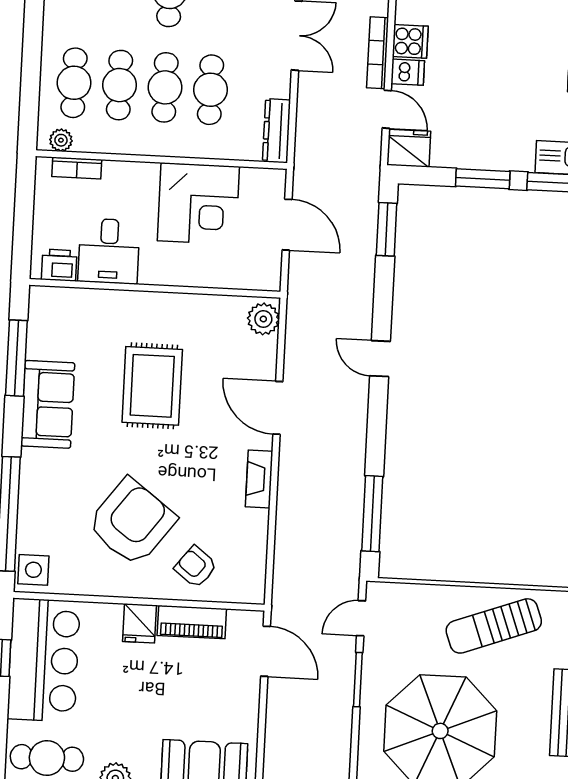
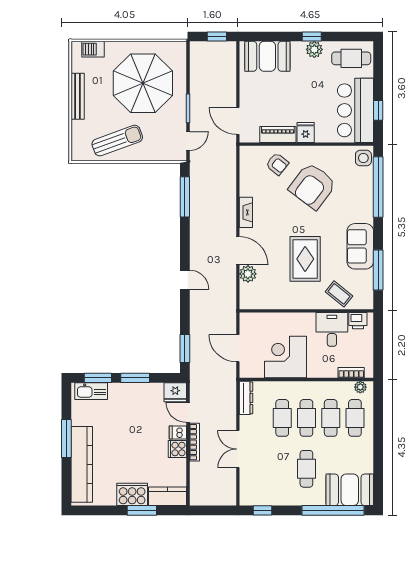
coffee table: (92, 317) -> (339, 294), added
plant: (263, 319) -> (248, 274), moved

